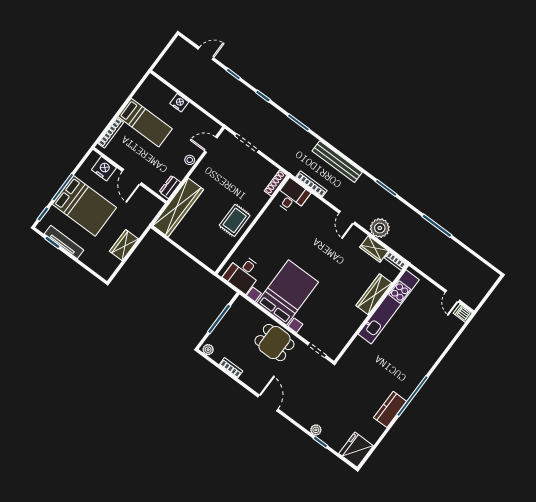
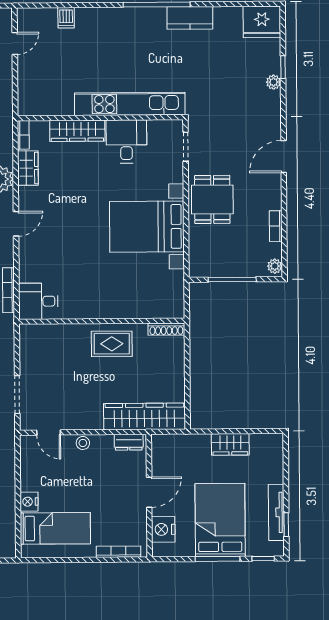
bed: (145, 123) -> (55, 528), moved, turned 90
shoe rack: (276, 183) -> (166, 329), moved
desk: (243, 273) -> (126, 141), moved, turned -90
kitchen unit: (389, 307) -> (130, 104), moved
dishwasher: (463, 313) -> (66, 18), moved

